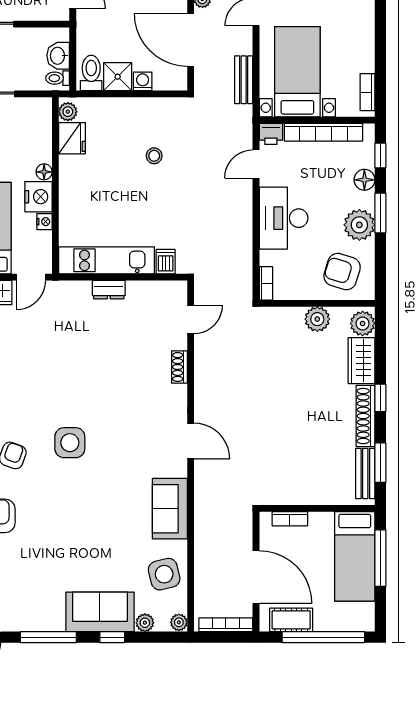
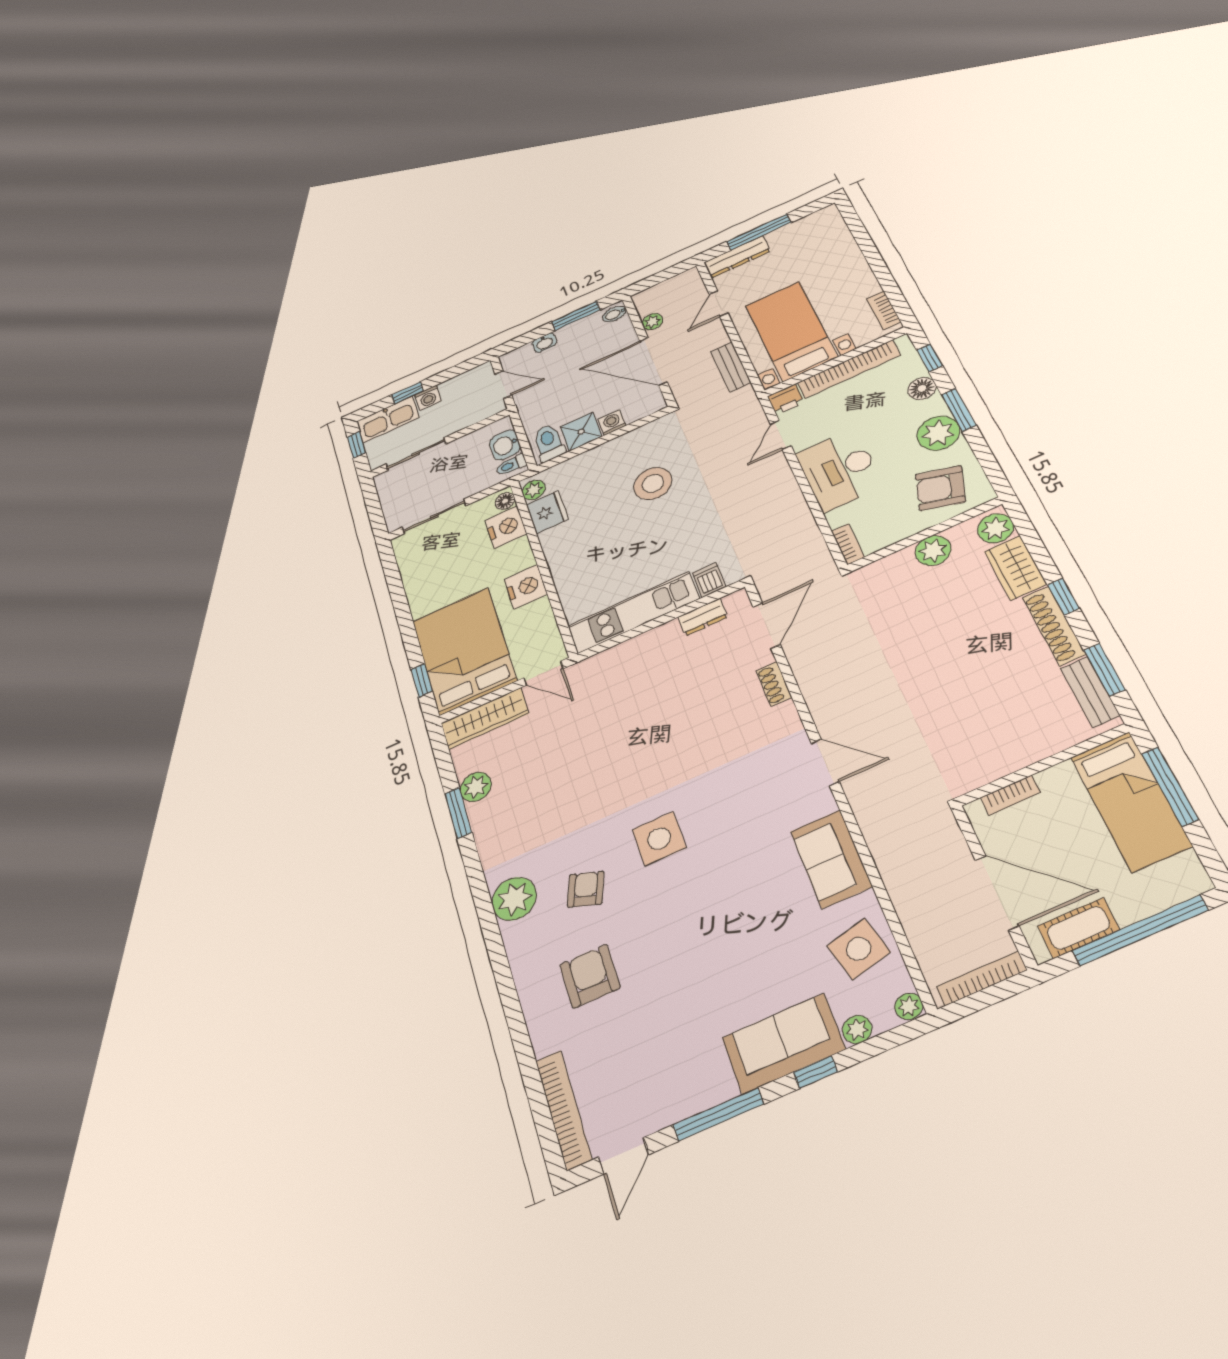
stool: (154, 156) -> (653, 484), width x1.89, depth x1.89
floor lamp: (44, 172) -> (505, 501), moved
nightstand: (44, 222) -> (506, 527), moved, width x1.89, depth x1.79
door: (31, 277) -> (543, 673), hinge flipped
dresser: (109, 290) -> (703, 617), moved
door: (191, 319) -> (767, 626), width x1.38

